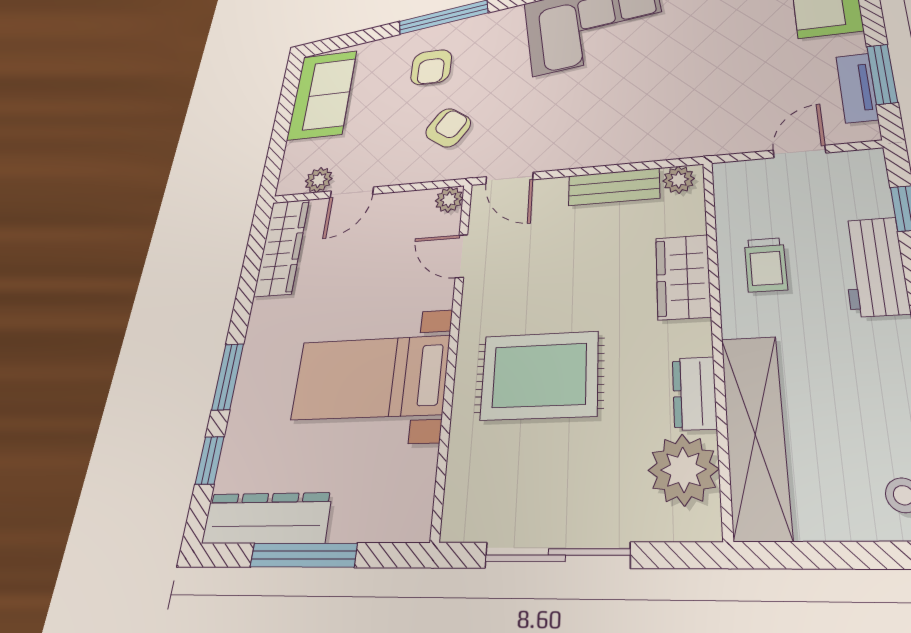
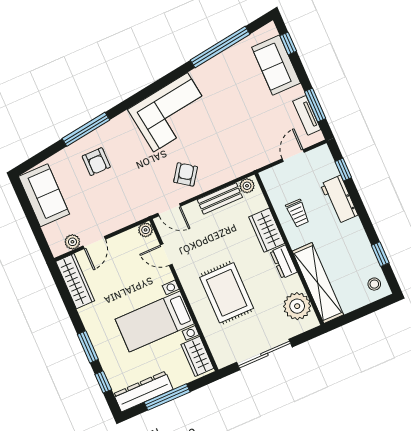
armchair: (448, 128) -> (186, 174), moved
rug: (540, 375) -> (227, 293), turned 90
dresser: (694, 393) -> (284, 262), moved
wardrobe: (412, 490) -> (197, 356), added

